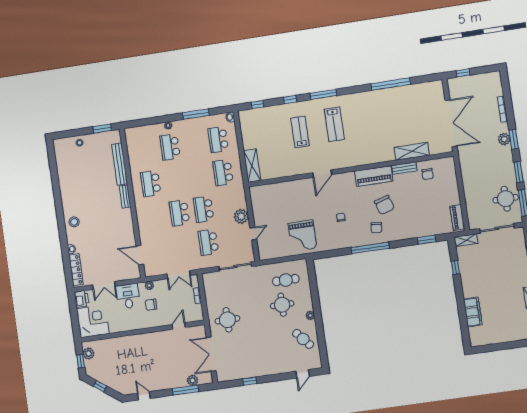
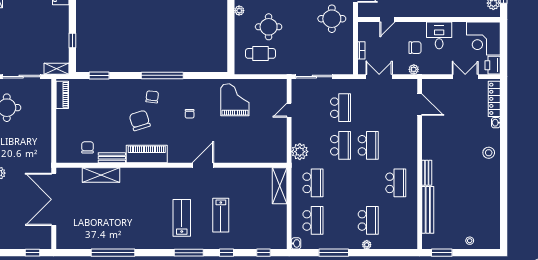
plant: (241, 216) -> (300, 152), moved
desk: (128, 296) -> (439, 35), moved, turned 180

